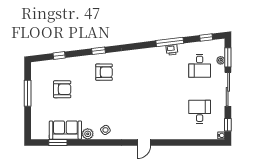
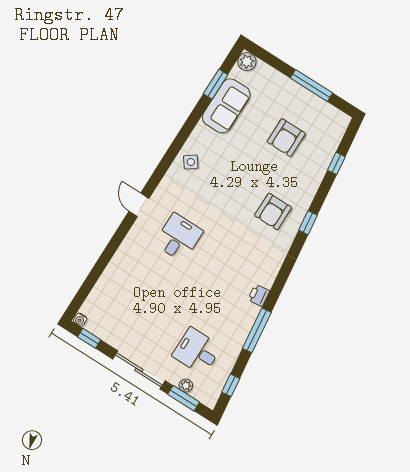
printer: (172, 50) -> (259, 295), moved
desk: (200, 112) -> (179, 237), moved, turned -90
plant: (88, 134) -> (247, 62), moved

